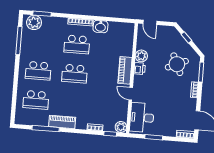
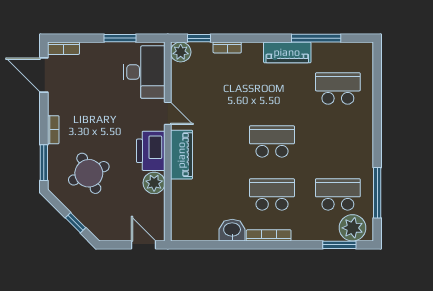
printer: (140, 69) -> (151, 151), width x1.87, depth x1.48
school desk: (38, 71) -> (338, 194), moved

